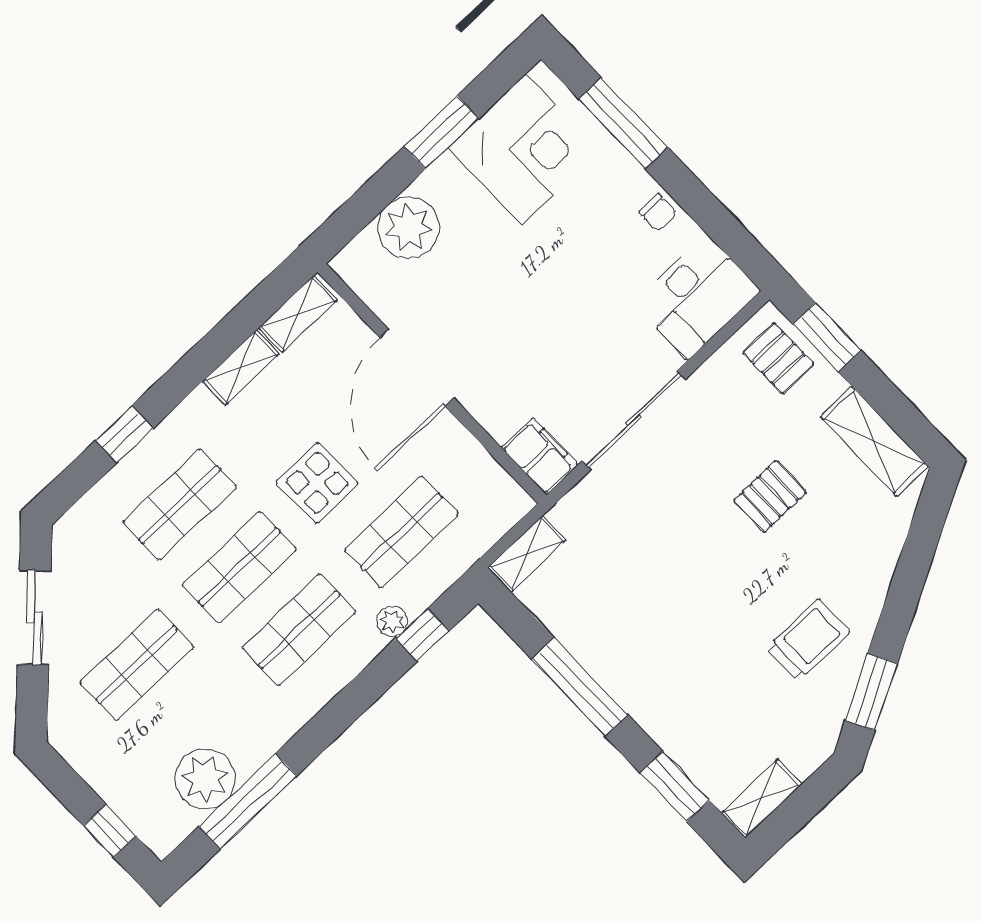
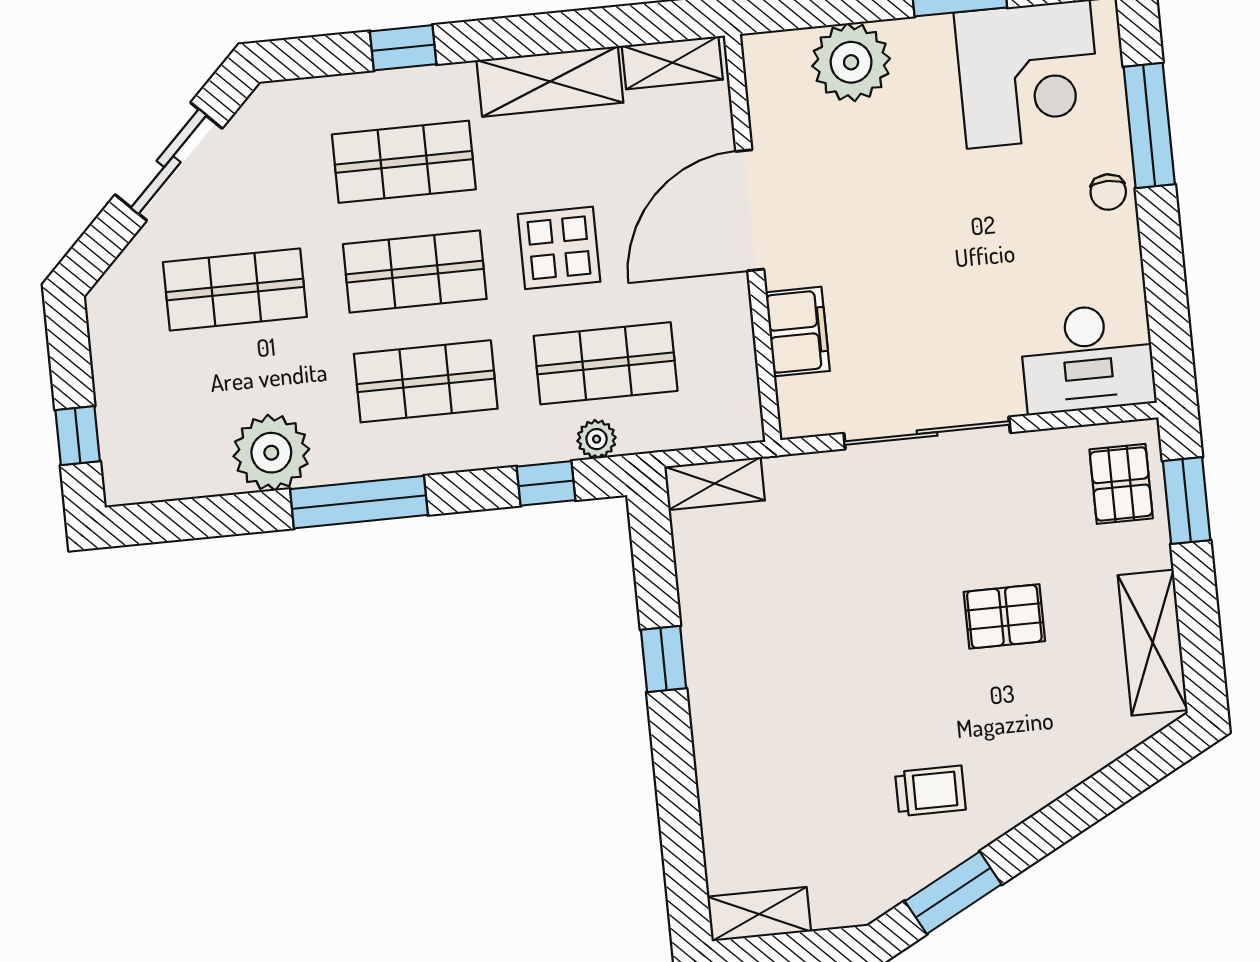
chair: (658, 212) -> (1108, 192), moved
shelving: (241, 368) -> (550, 81), width x1.50, depth x1.33
filing cabinet: (540, 456) -> (798, 332), moved
plant: (392, 621) -> (597, 439), moved
trolley: (808, 640) -> (930, 791), width x0.73, depth x0.72
window: (580, 687) -> (664, 659), width x0.46
plant: (205, 779) -> (271, 453), moved
window: (675, 787) -> (681, 834), removed
window: (248, 801) -> (359, 502), moved

